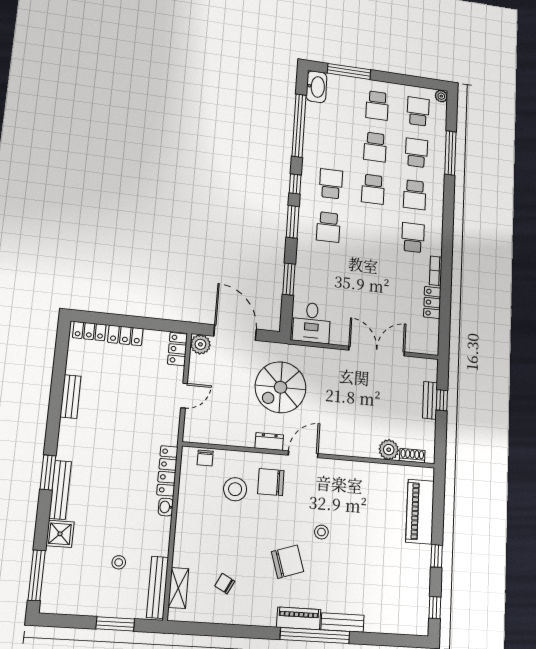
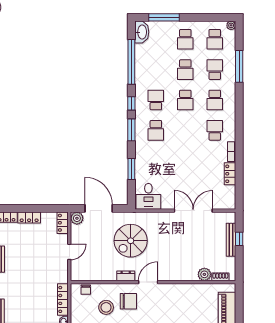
school desk: (418, 111) -> (215, 39), turned 180
bench: (430, 400) -> (231, 240), width x1.36
chair: (271, 482) -> (128, 301), turned 180

